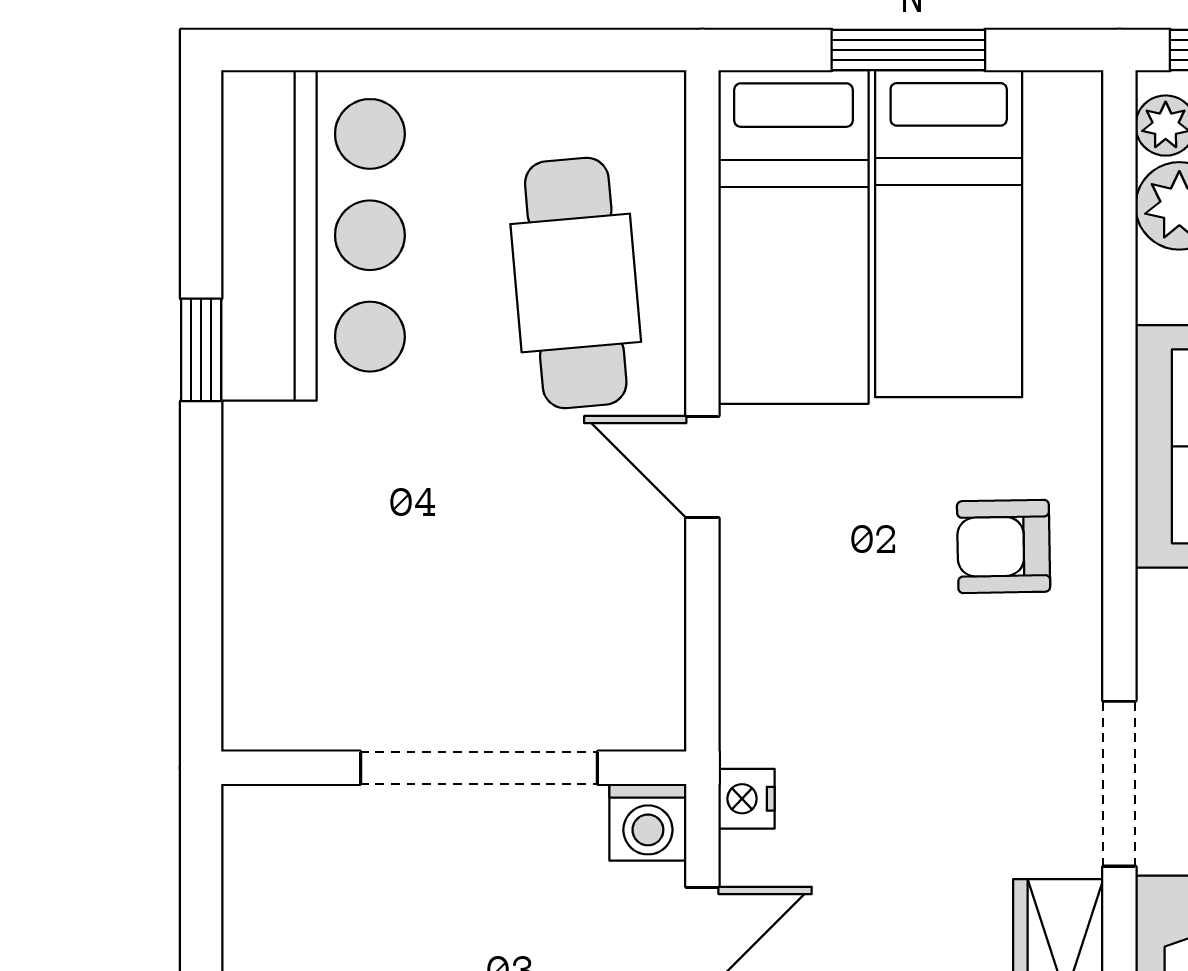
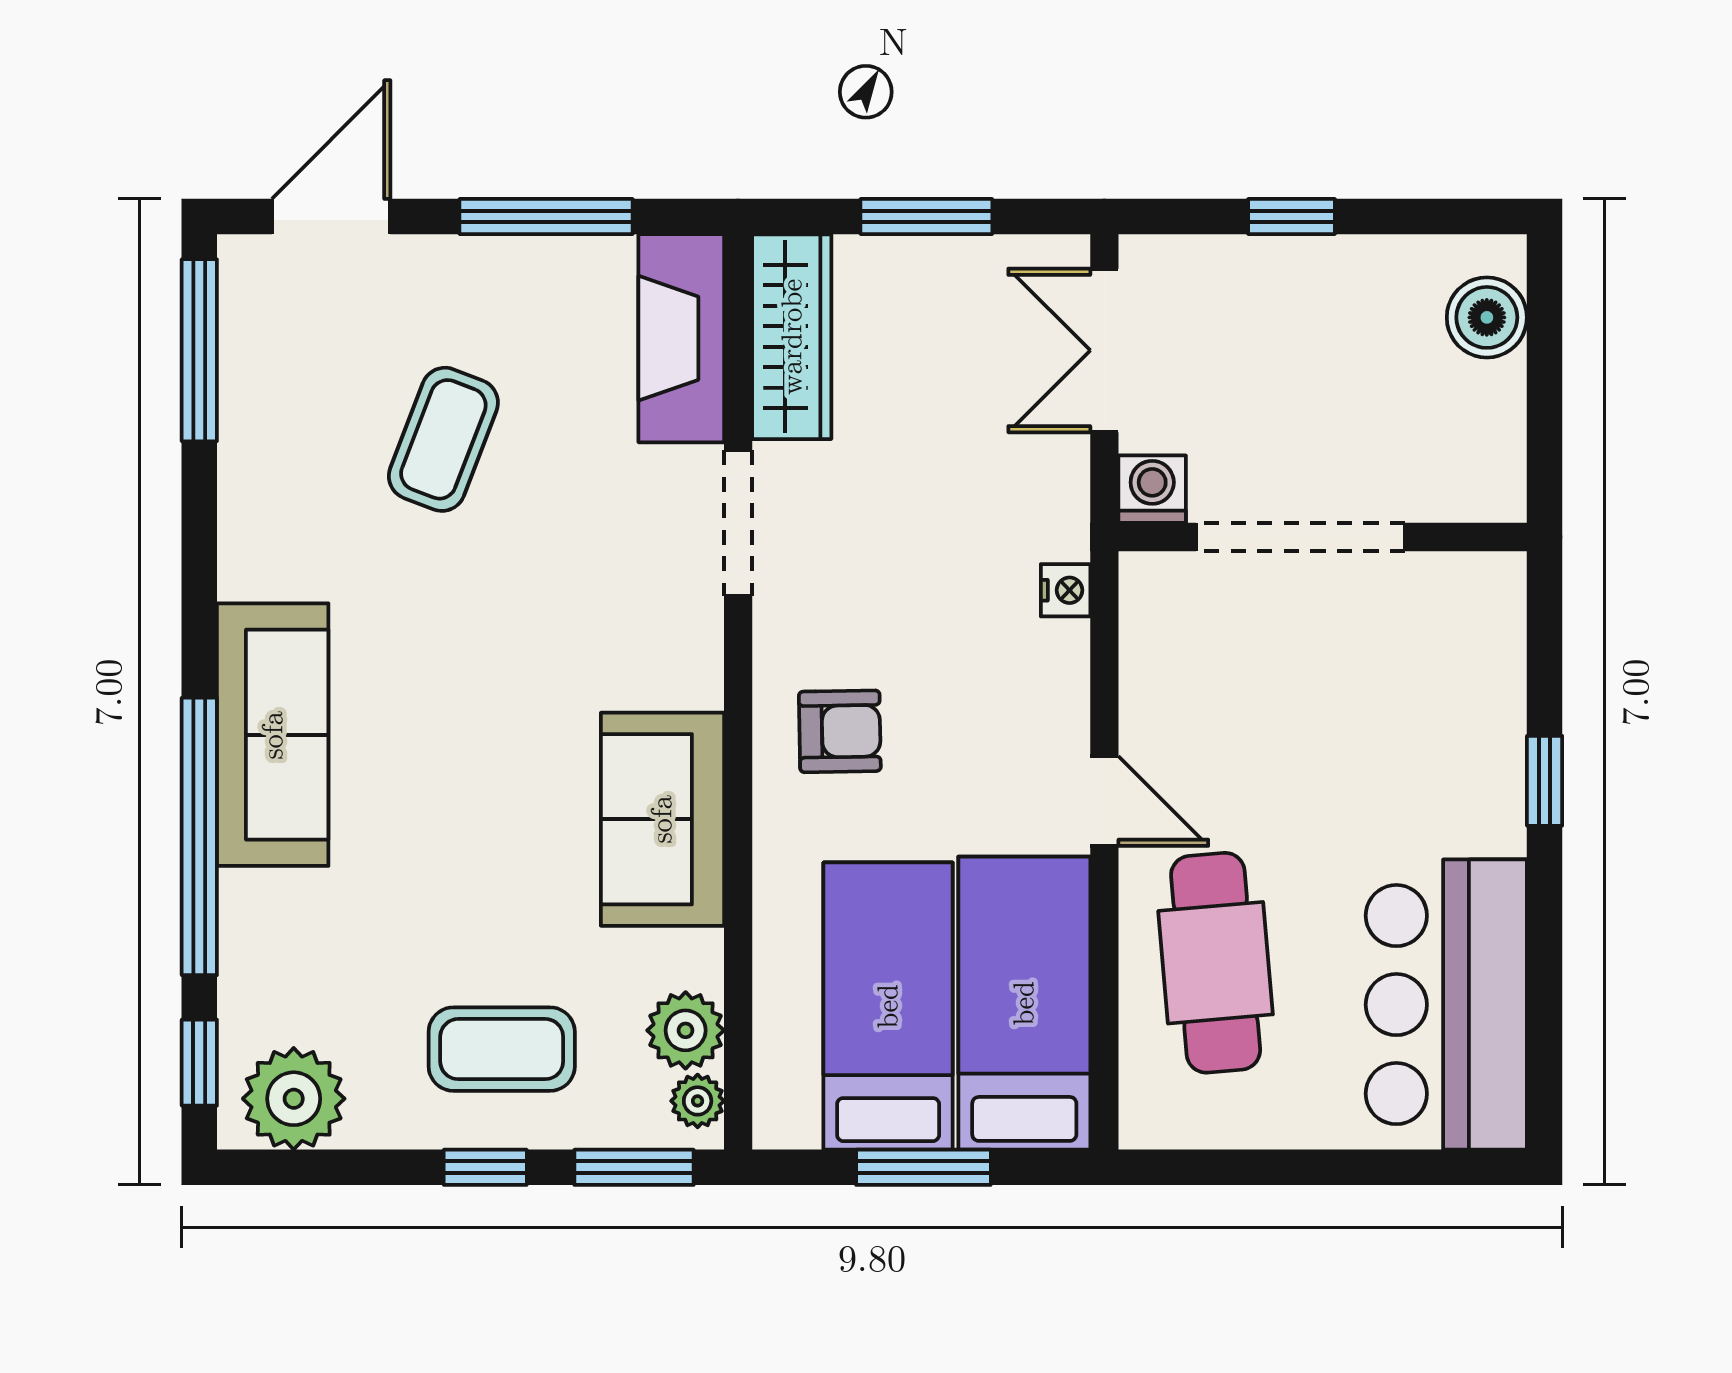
window: (201, 350) -> (1545, 781), moved
nightstand: (747, 799) -> (1066, 590), moved

